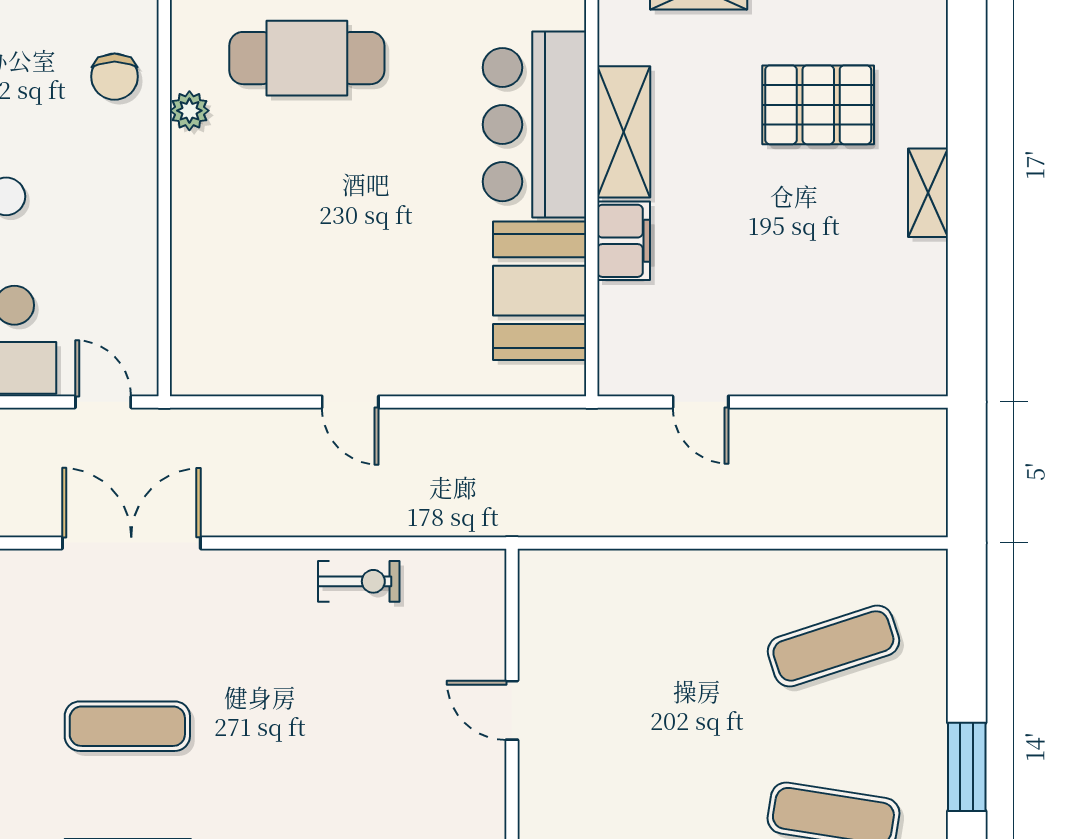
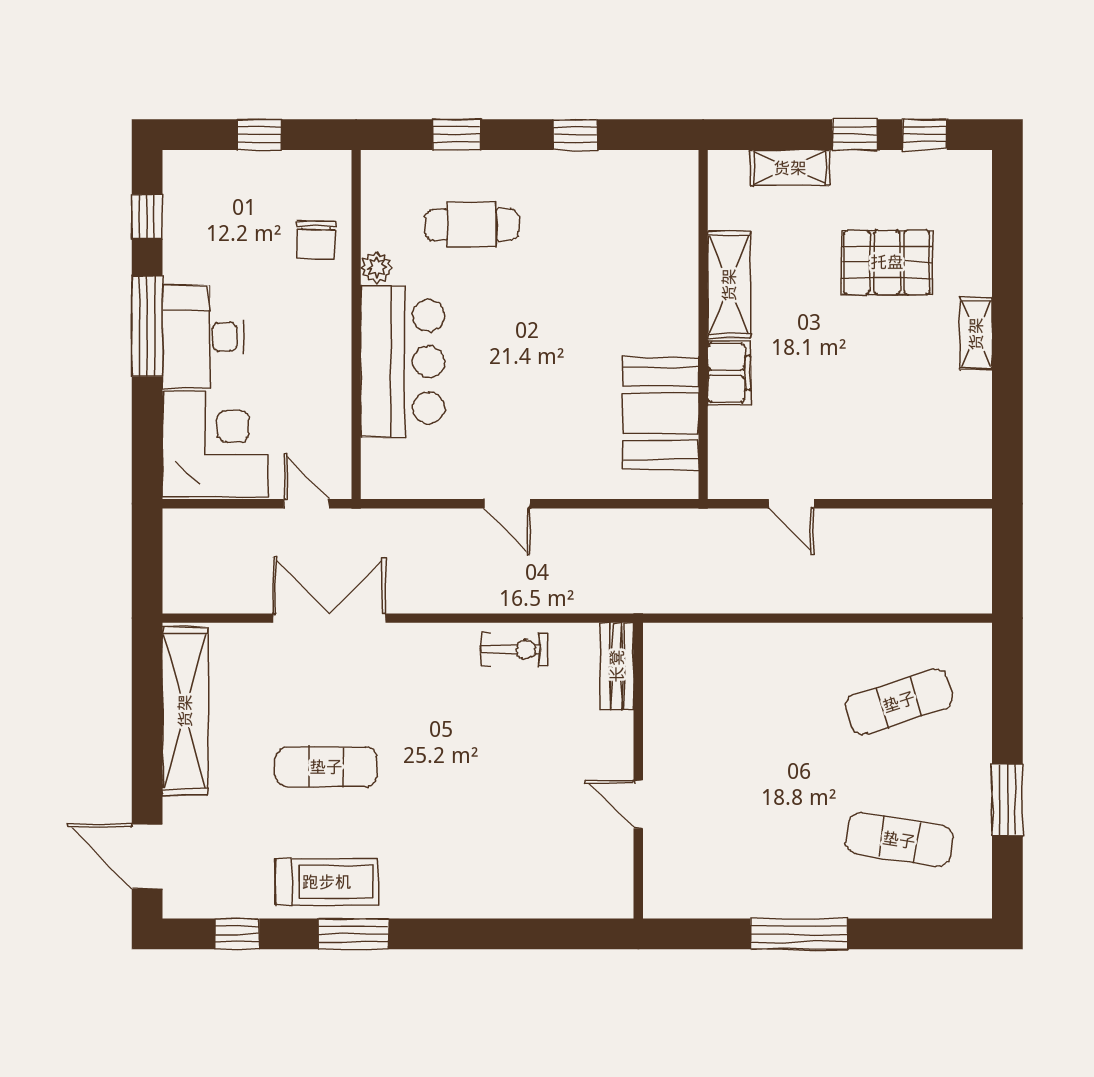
cafe table: (307, 58) -> (472, 225), width x0.73, depth x0.74
bar counter: (534, 125) -> (403, 362), moved, turned 180
bench: (486, 602) -> (617, 666), added
door: (512, 710) -> (638, 804), moved

